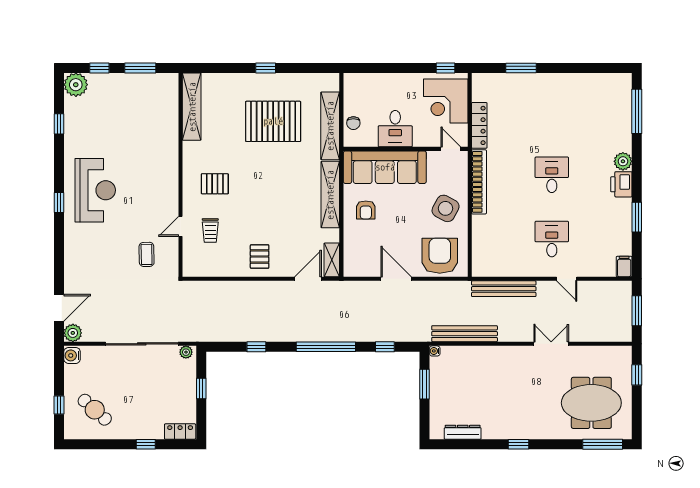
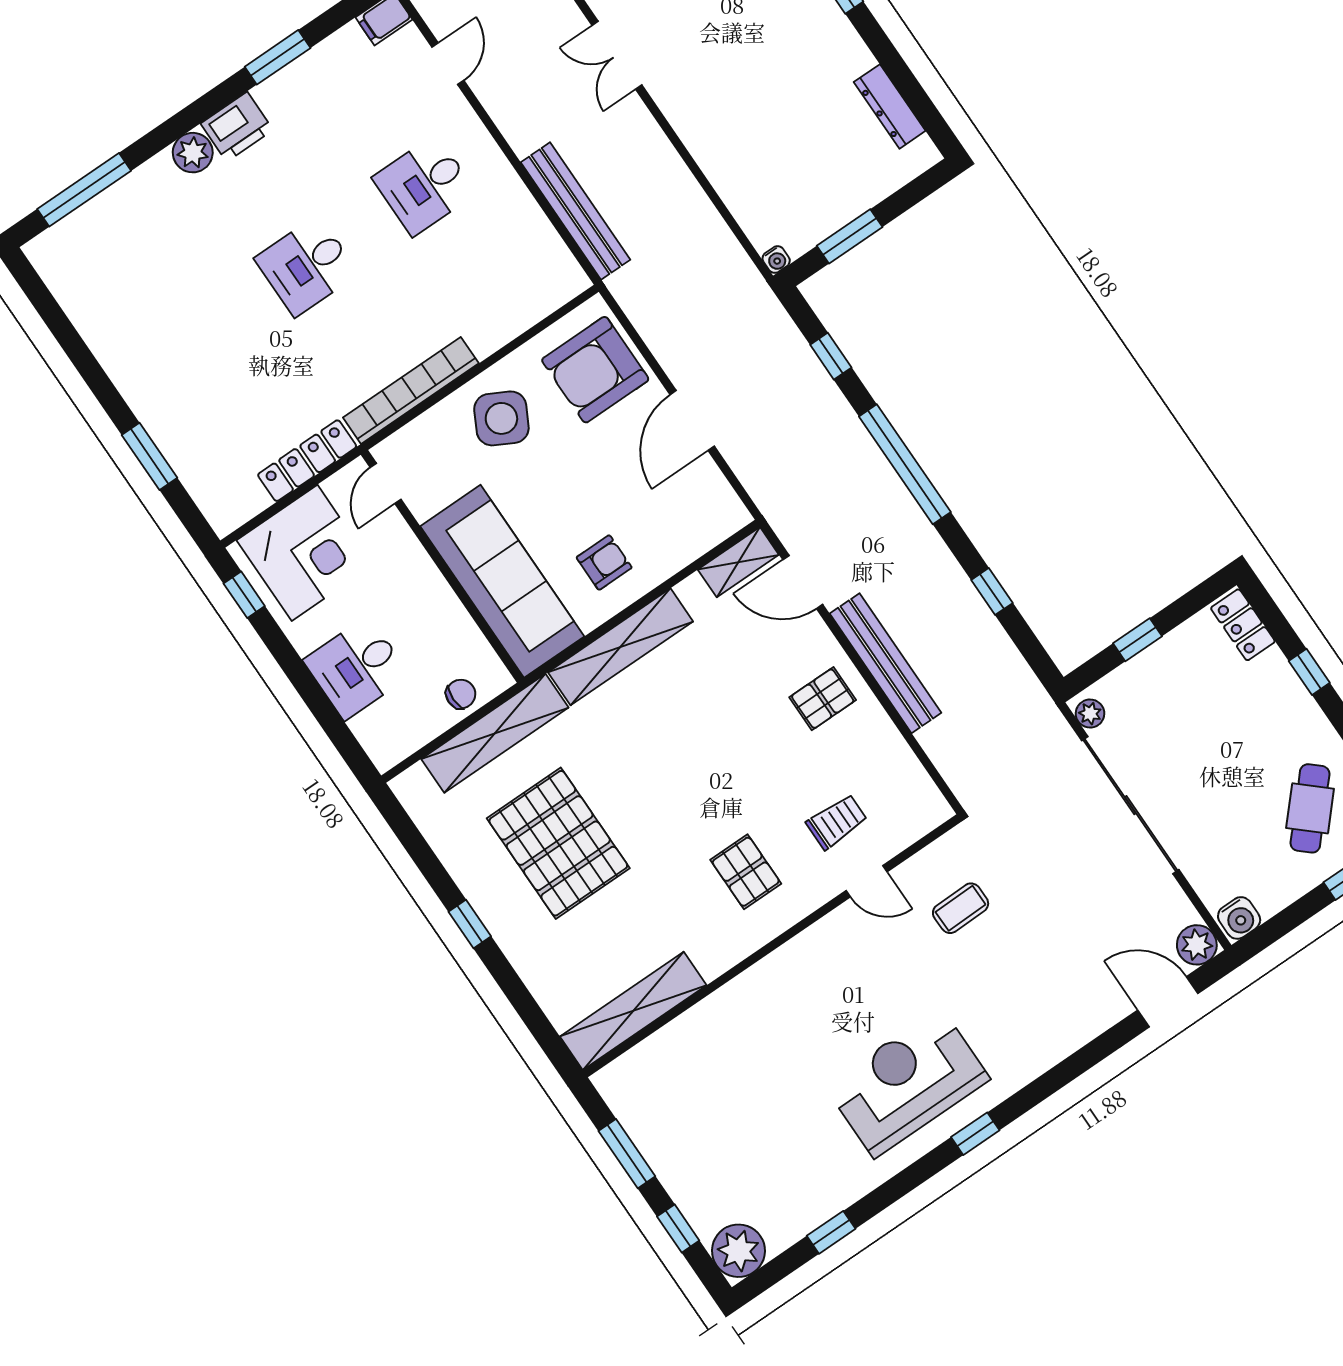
desk: (395, 129) -> (357, 668), moved, turned 180
door: (567, 279) -> (448, 64), moved
bench: (465, 334) -> (886, 663), moved

